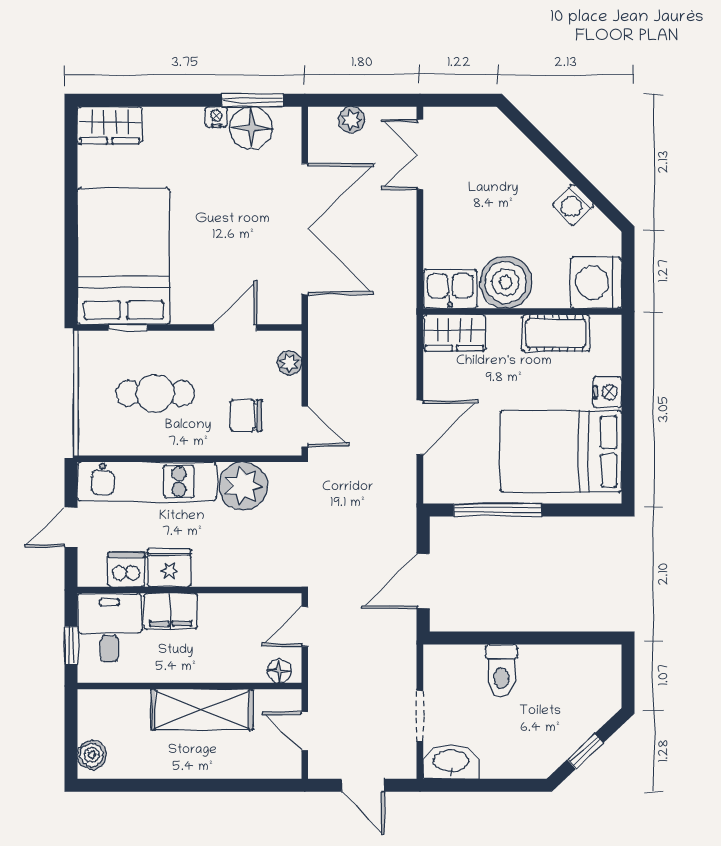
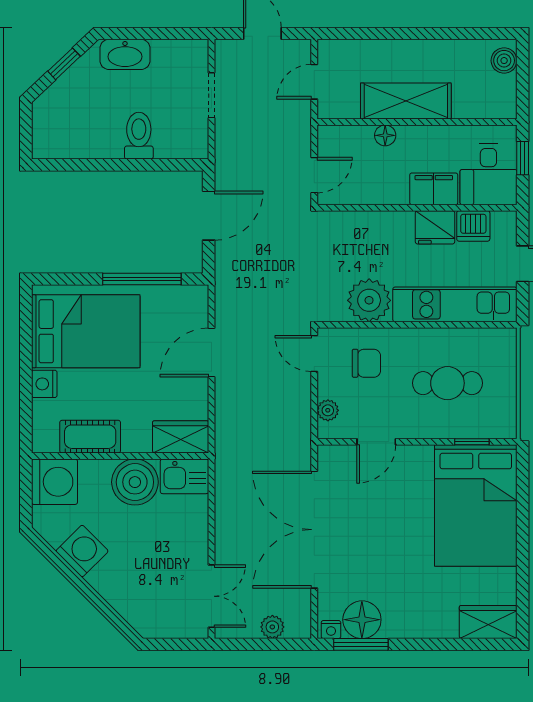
nightstand: (216, 117) -> (331, 630), moved
washing machine: (573, 205) -> (82, 551), width x1.38, depth x1.38
floor lamp: (279, 671) -> (385, 135), moved
door: (305, 731) -> (314, 82), swing flipped
washbasin: (451, 762) -> (125, 54), moved

